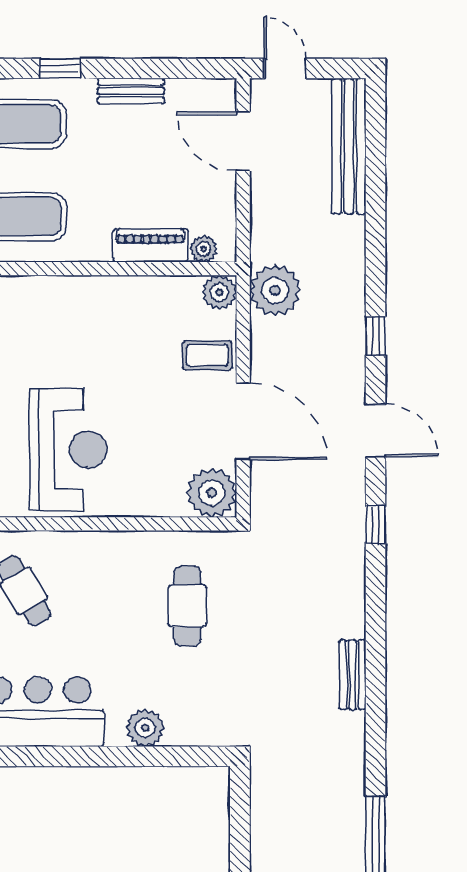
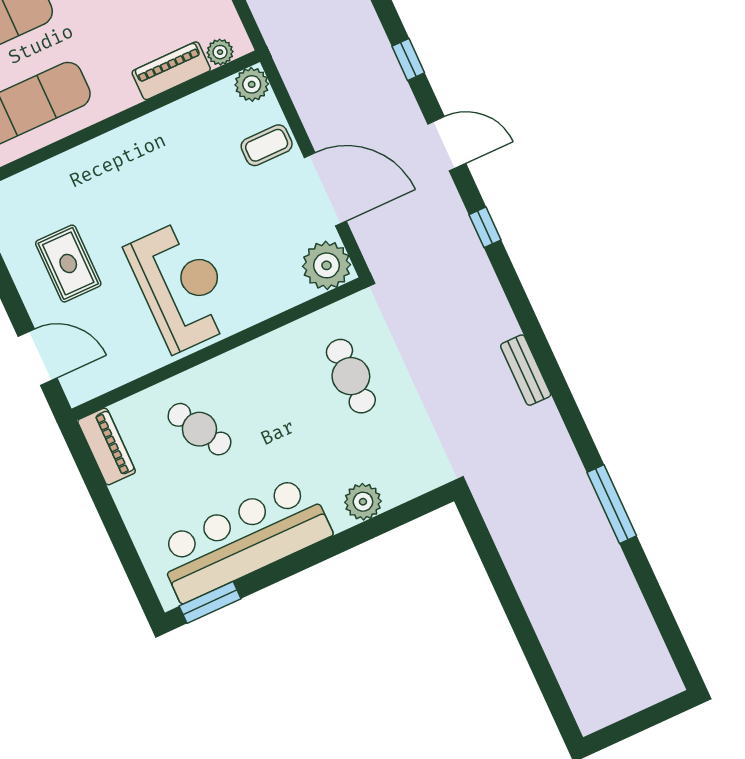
plant: (275, 290) -> (300, 60), removed

